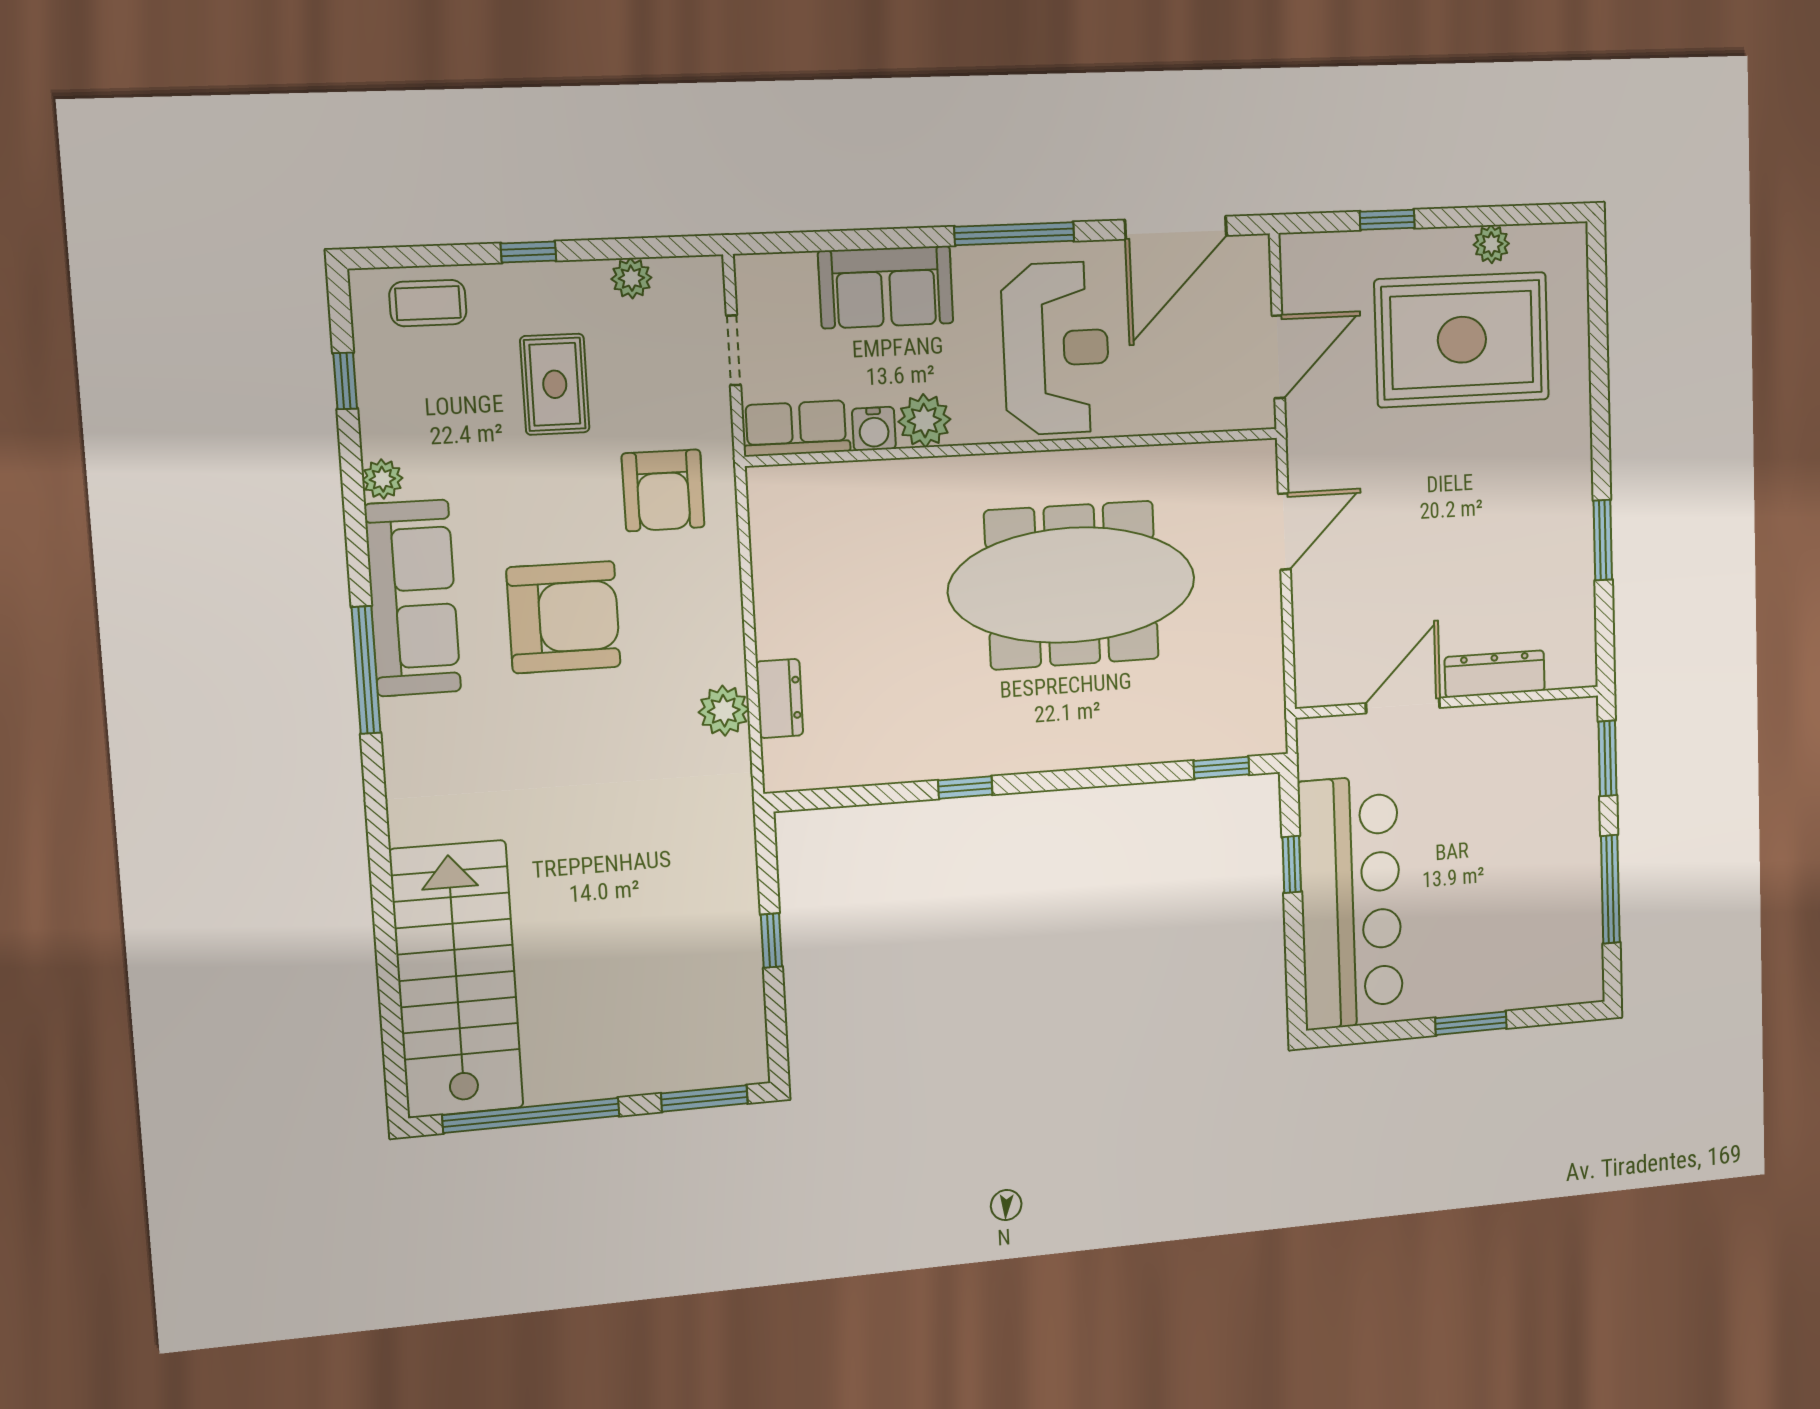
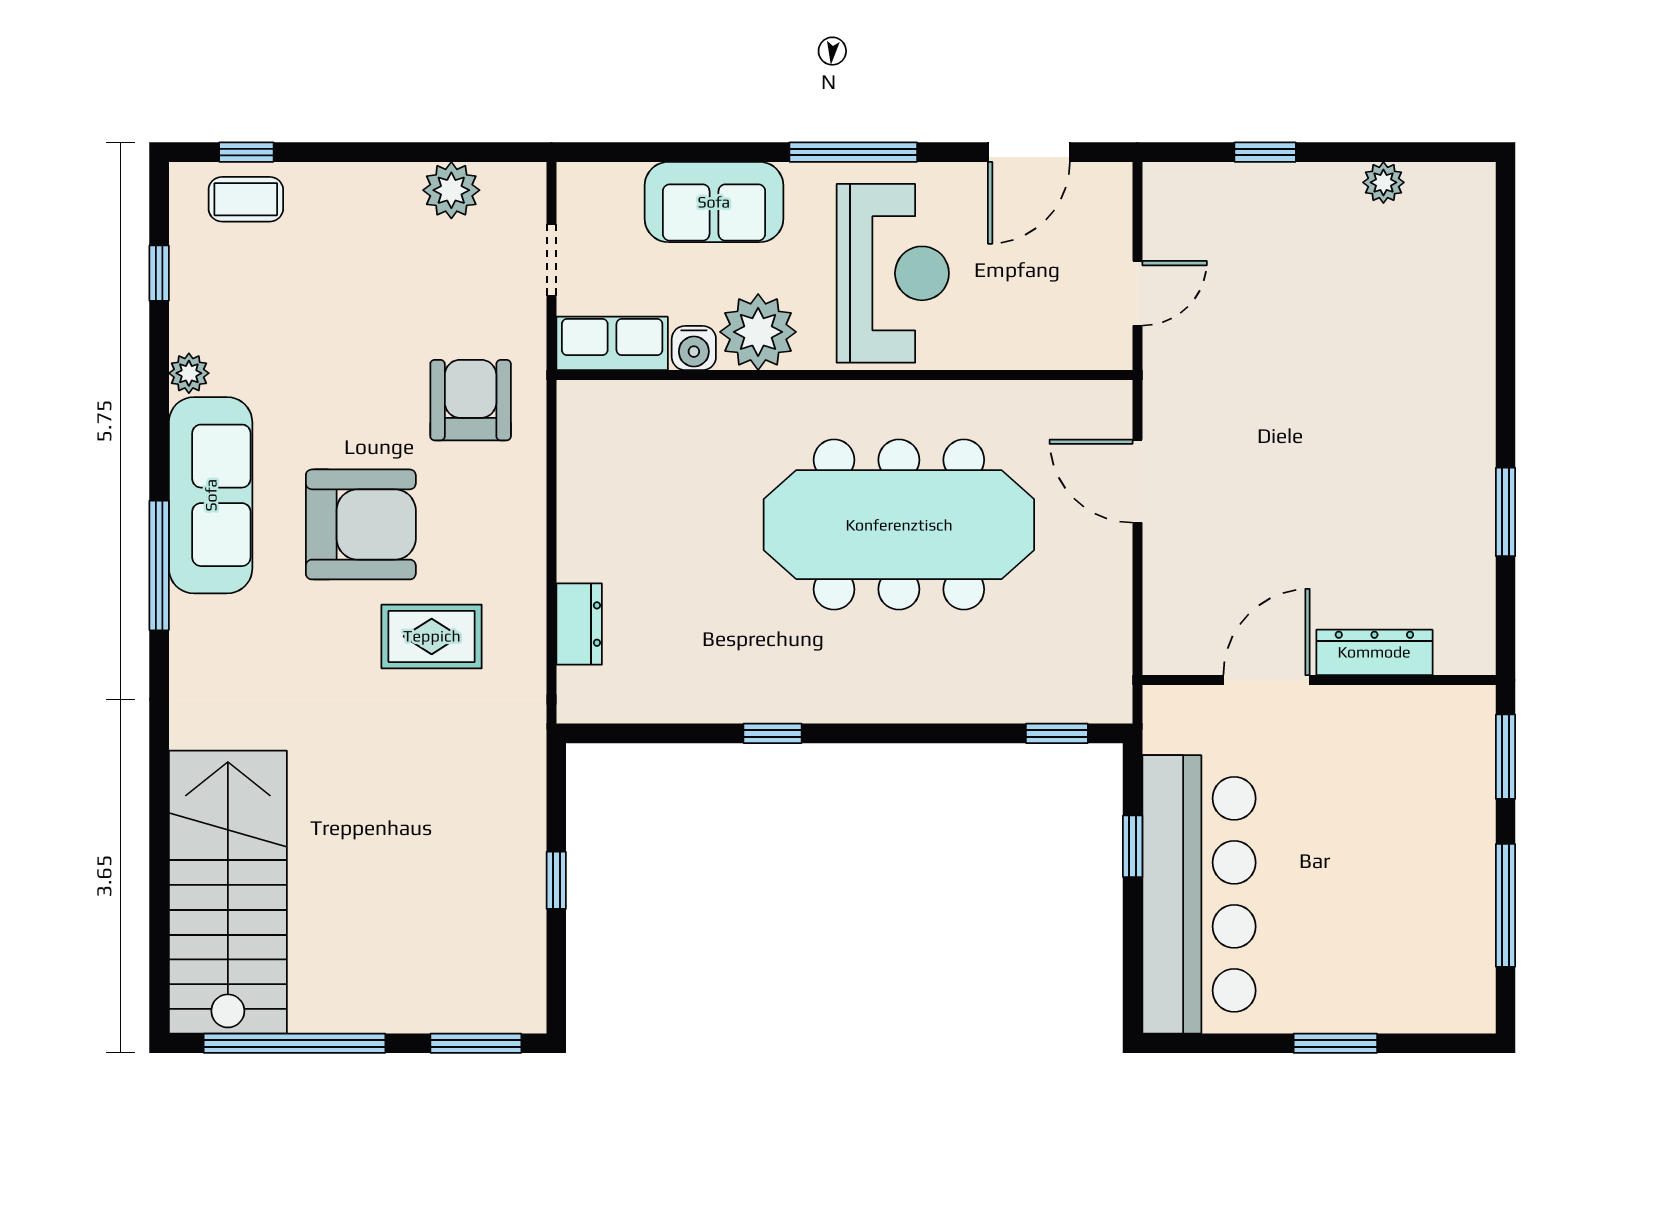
door: (1176, 228) -> (1029, 152), width x0.73
window: (528, 252) -> (246, 152), moved
plant: (631, 278) -> (451, 190), width x1.38, depth x1.38
rug: (1462, 340) -> (1347, 284), removed
door: (1278, 357) -> (1137, 293), width x0.73
rug: (555, 384) -> (432, 636), moved, turned 90
plant: (924, 421) -> (758, 332), width x1.36, depth x1.36
armchair: (663, 490) -> (471, 400), turned 180
door: (1284, 531) -> (1137, 481), swing flipped
plant: (724, 711) -> (520, 633), removed

